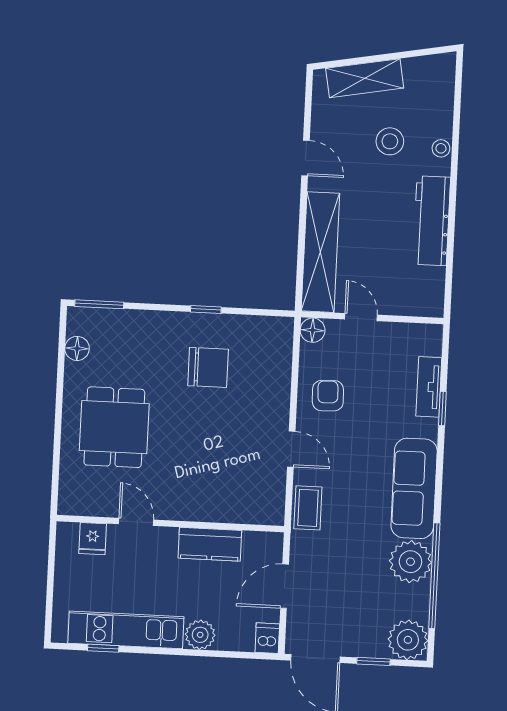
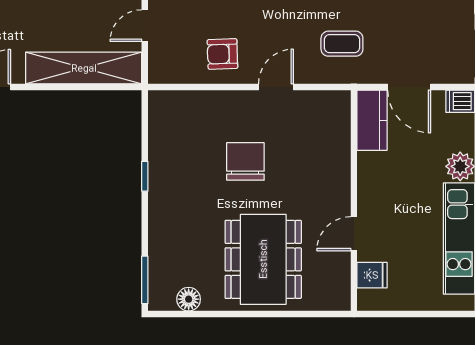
floor lamp: (313, 330) -> (160, 72), removed
chair: (208, 367) -> (245, 161), moved
dining table: (114, 427) -> (263, 259), width x1.38
coffee table: (308, 508) -> (342, 44), moved
kitchen counter: (210, 544) -> (372, 120), moved

